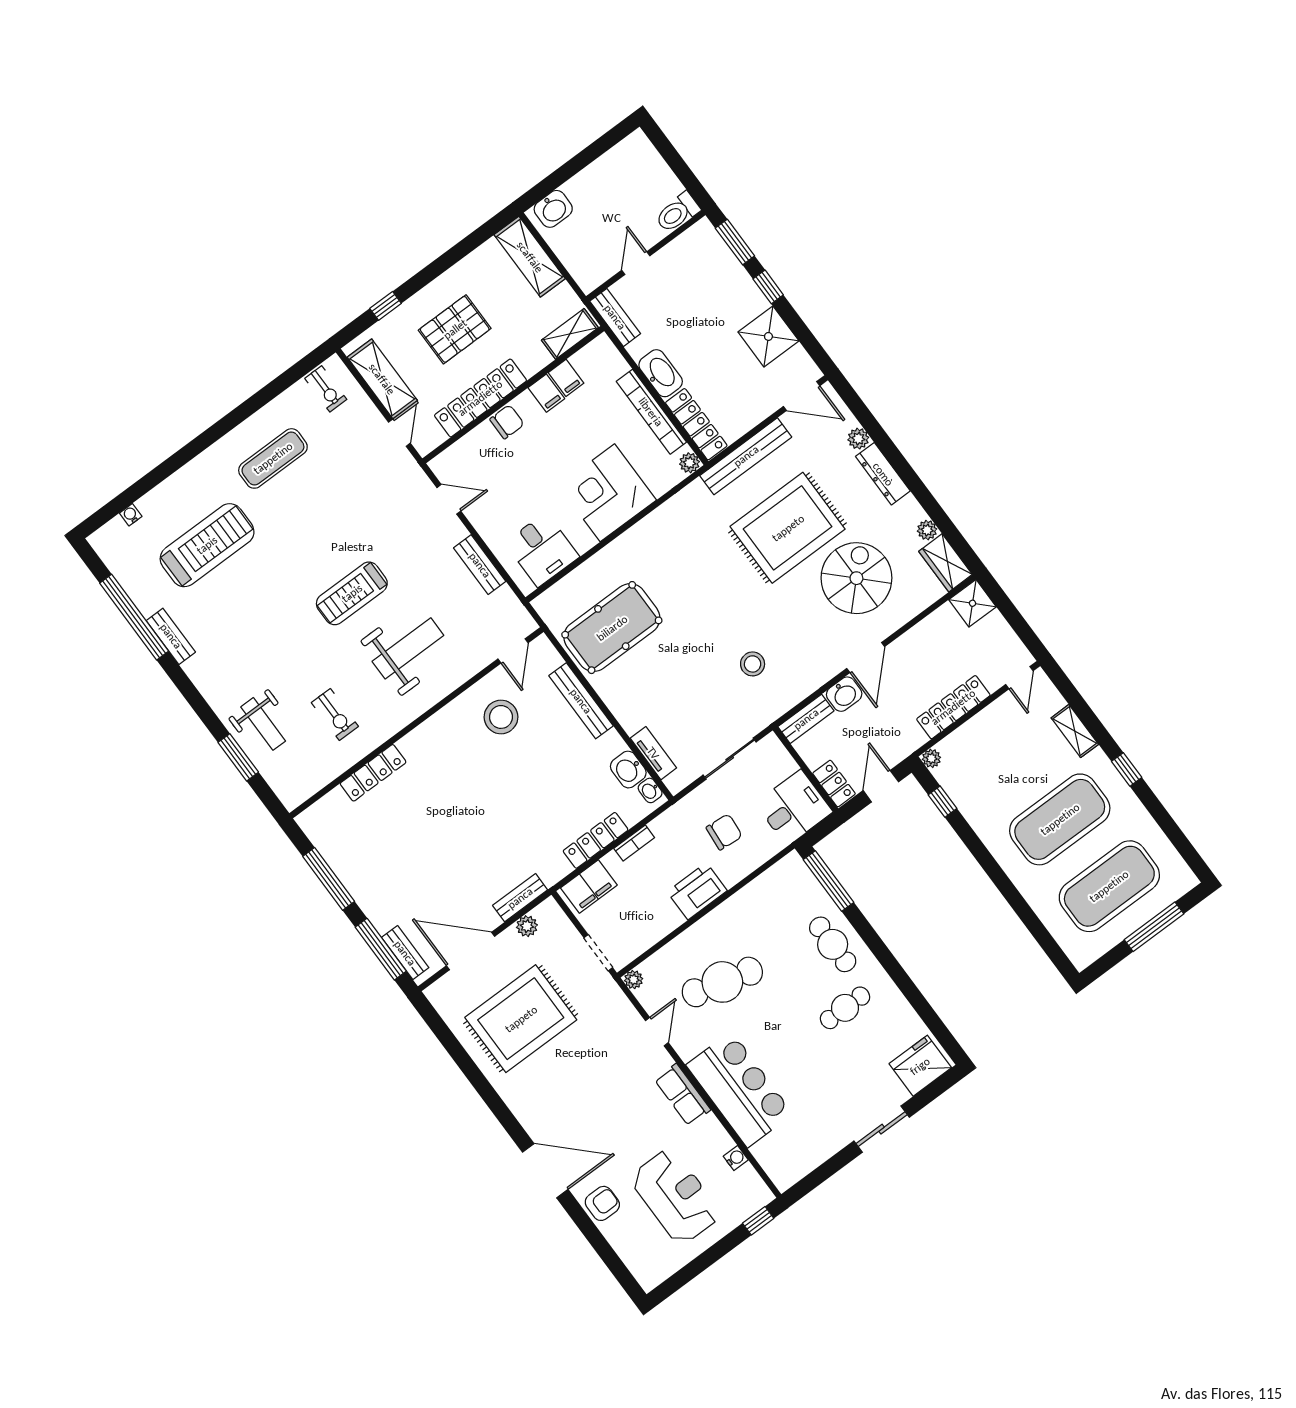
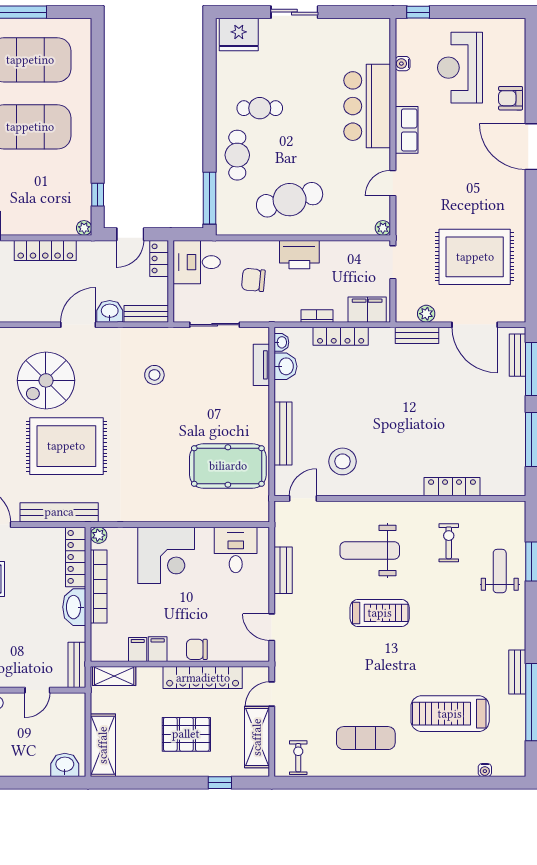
cafe table: (722, 982) -> (290, 200), moved, turned -30

